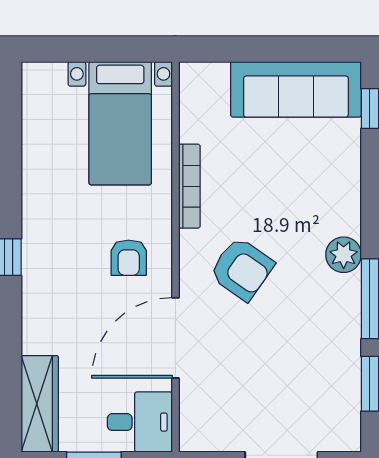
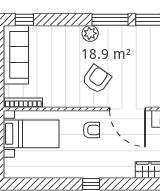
bookcase: (189, 186) -> (23, 103), moved

